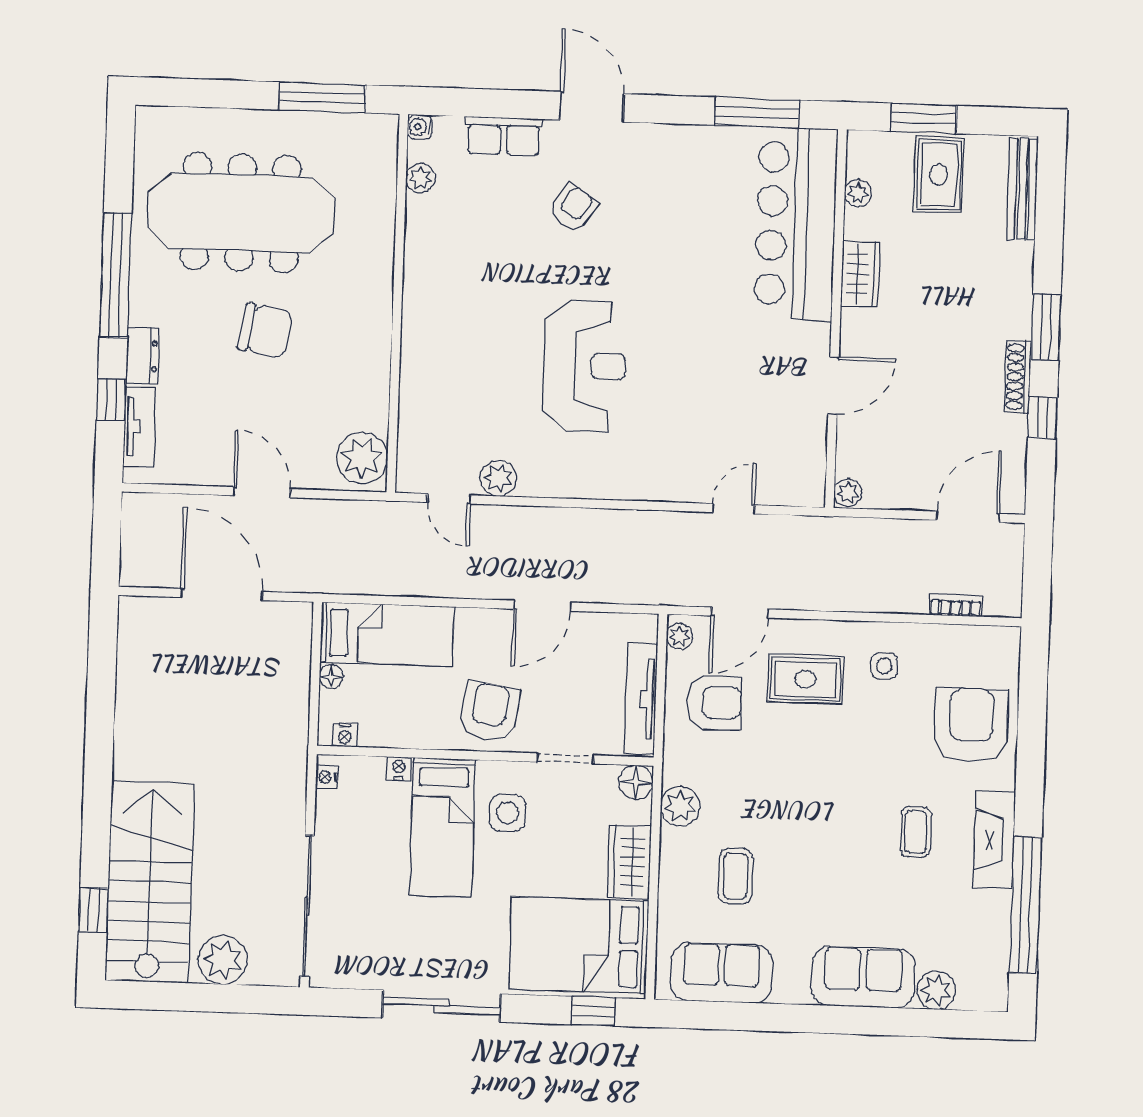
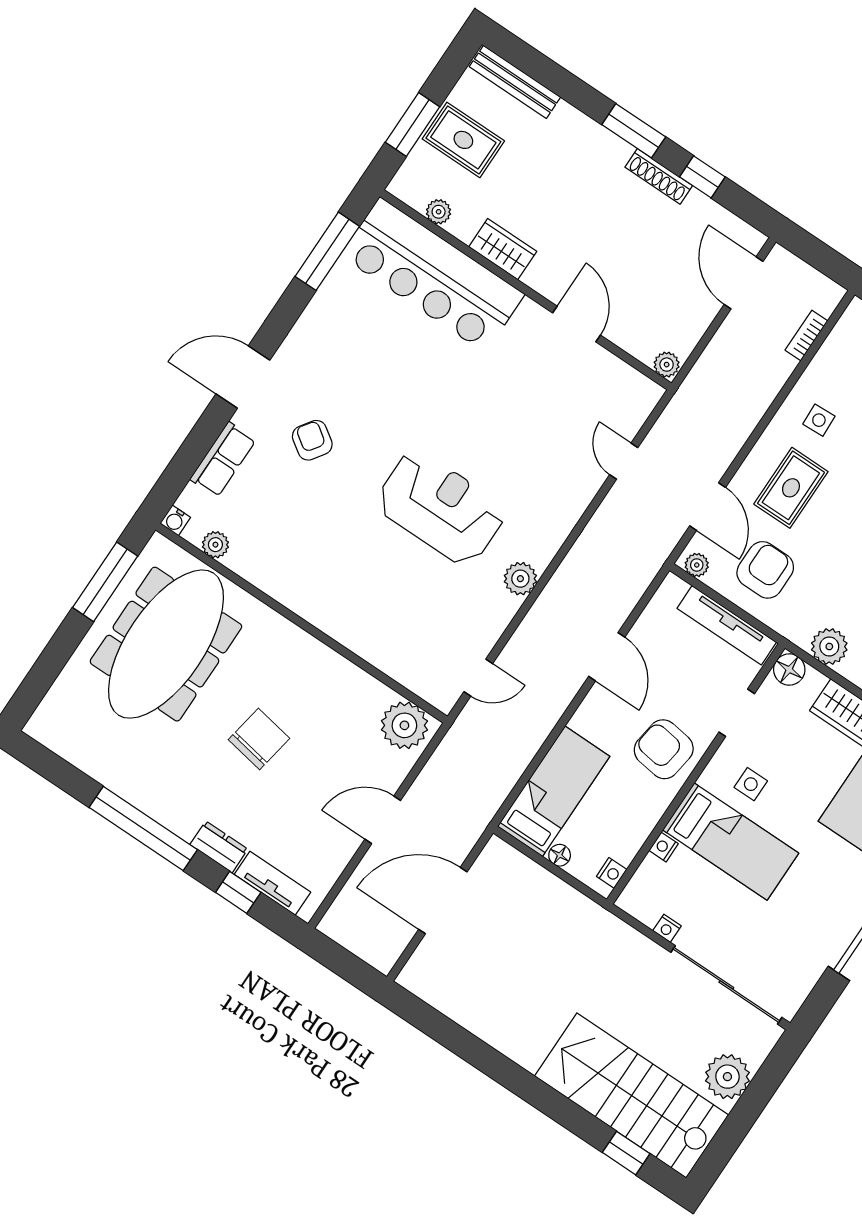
meeting table: (241, 213) -> (166, 644), moved
plant: (499, 478) -> (520, 579), moved
nightstand: (327, 777) -> (667, 928), moved
side table: (507, 813) -> (751, 784), width x0.73, depth x0.73

